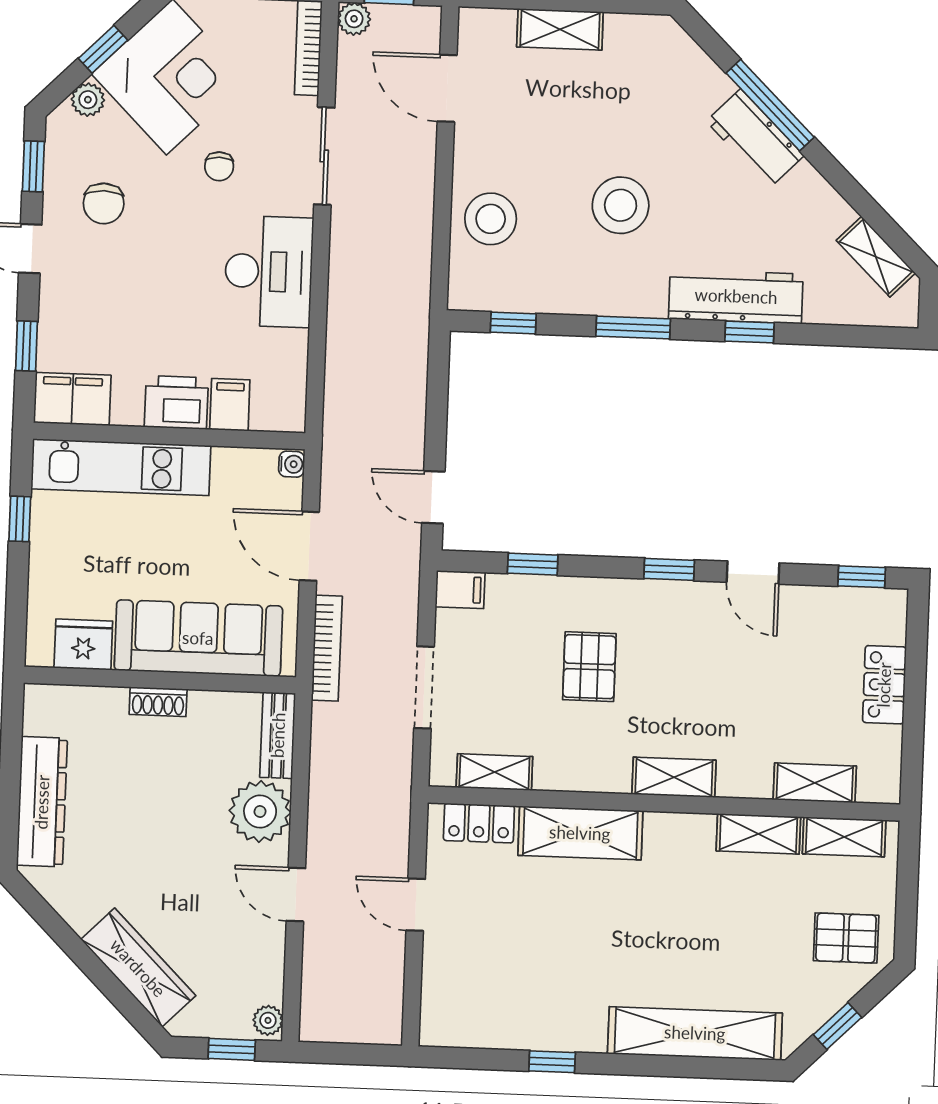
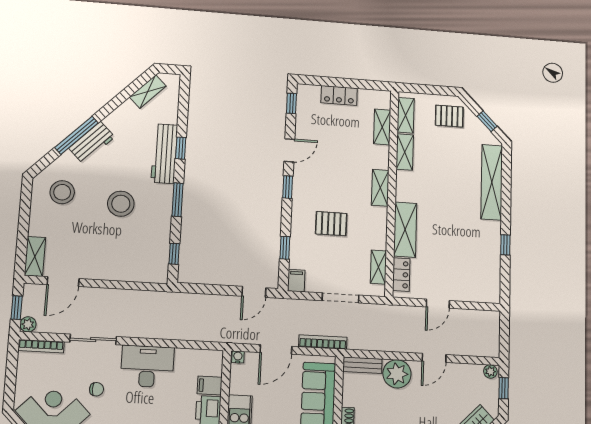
shelving: (560, 29) -> (35, 256), moved
stool: (491, 219) -> (62, 192), moved
pallet: (846, 938) -> (449, 116), turned 90

